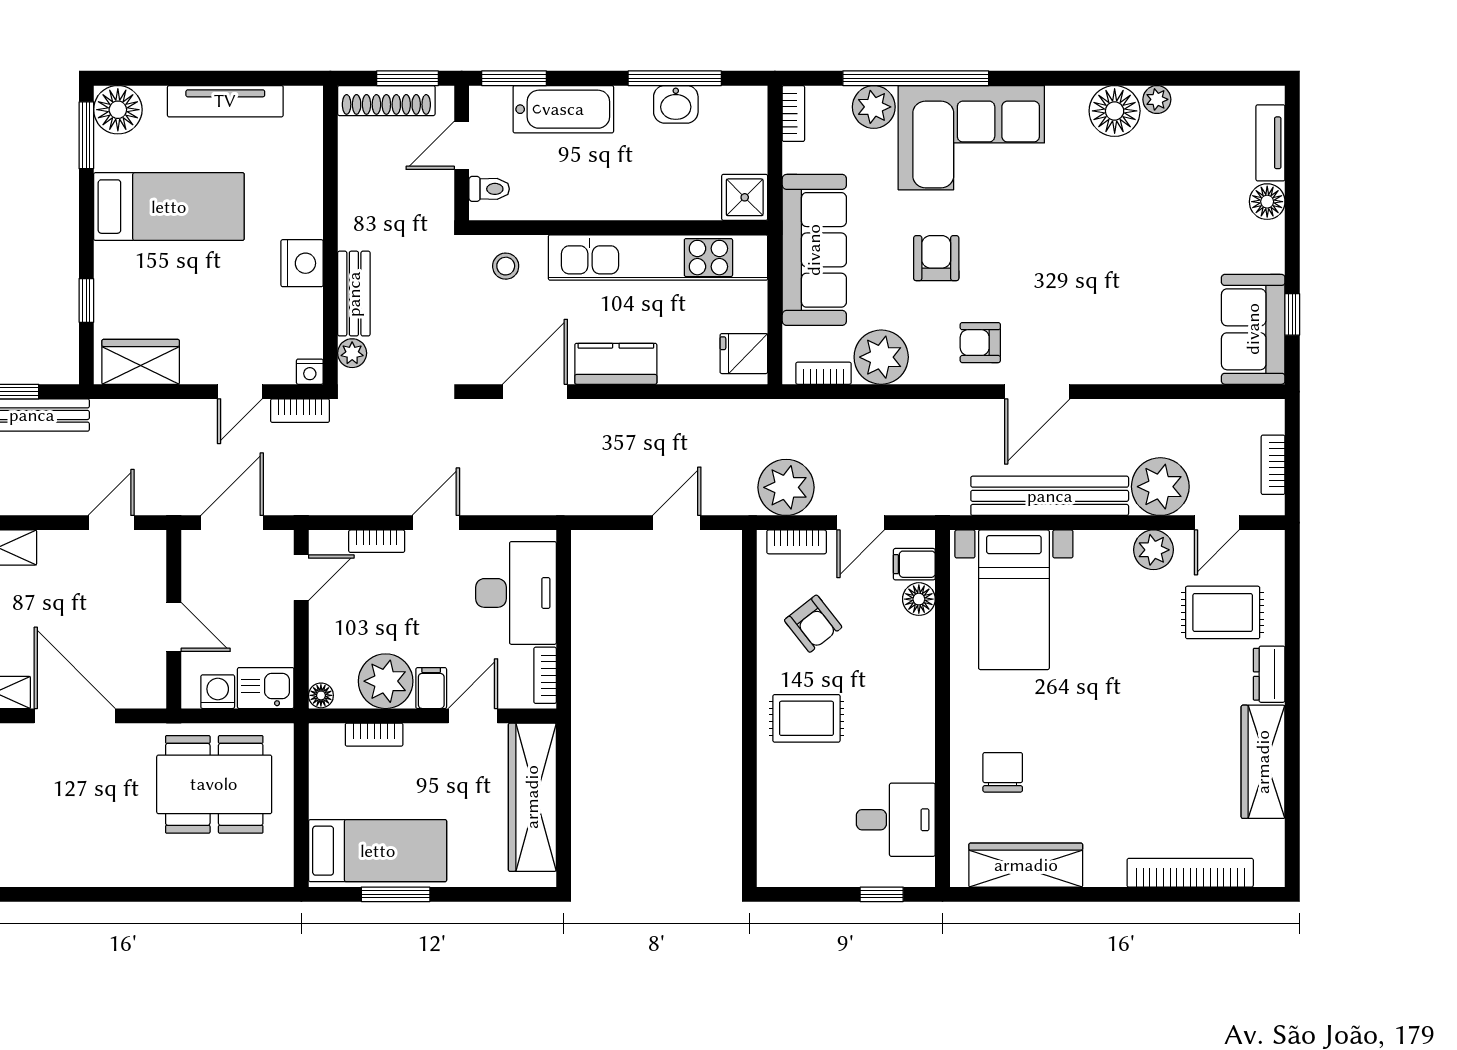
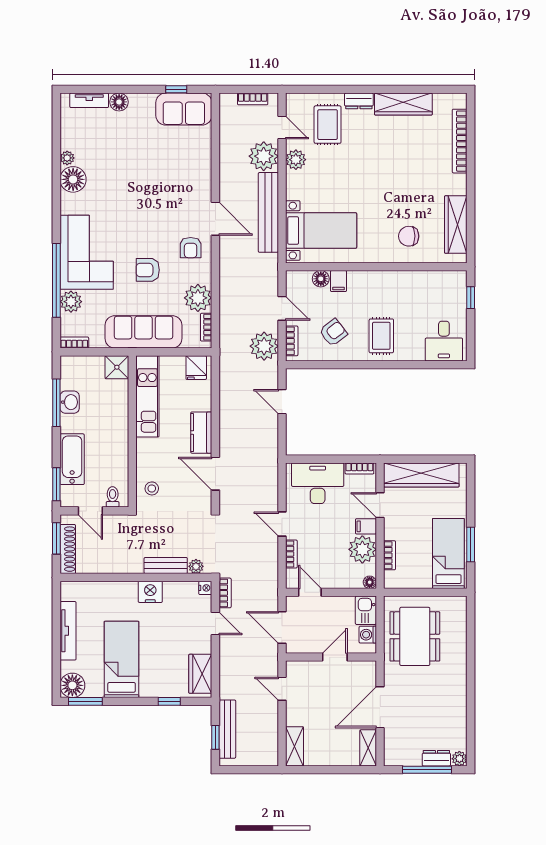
kitchen unit: (658, 258) -> (147, 396), width x0.73
filing cabinet: (914, 564) -> (338, 281), moved
desk: (896, 820) -> (444, 341), moved, turned 180

